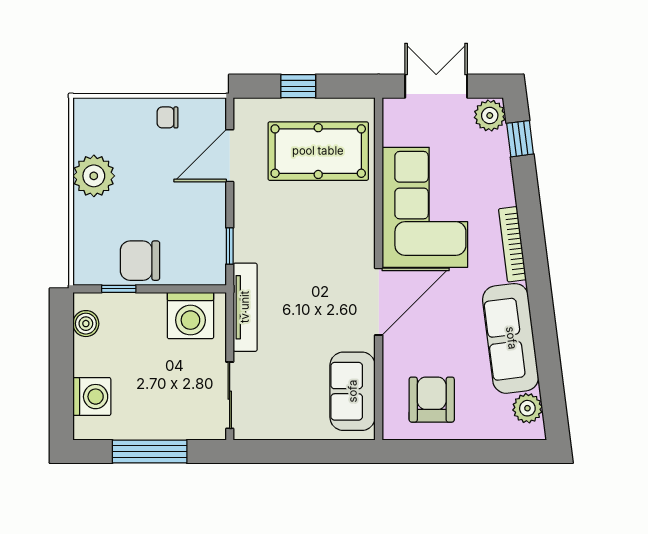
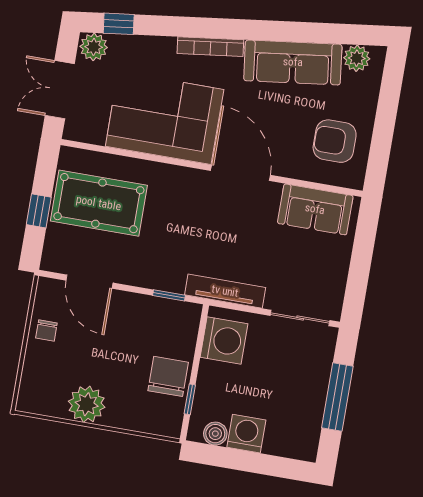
pool table: (318, 151) -> (99, 203), turned 90
chair: (140, 261) -> (168, 376), turned 180
washing machine: (92, 397) -> (246, 434), moved

